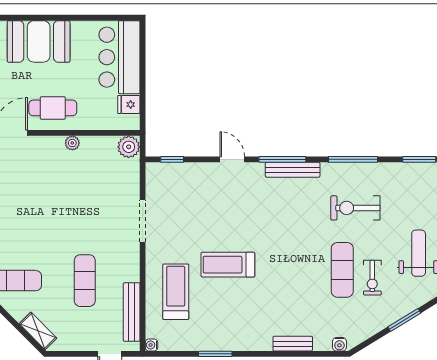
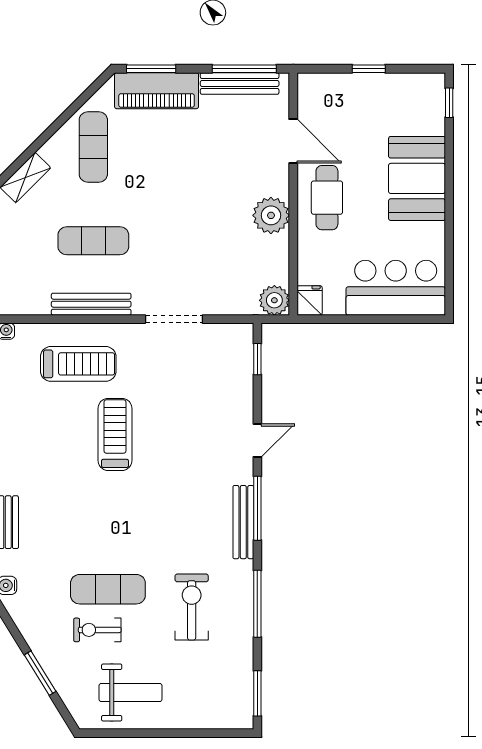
fridge: (129, 105) -> (310, 300), moved
plant: (72, 143) -> (271, 215), width x1.87, depth x1.87
bench: (132, 312) -> (91, 304), moved

